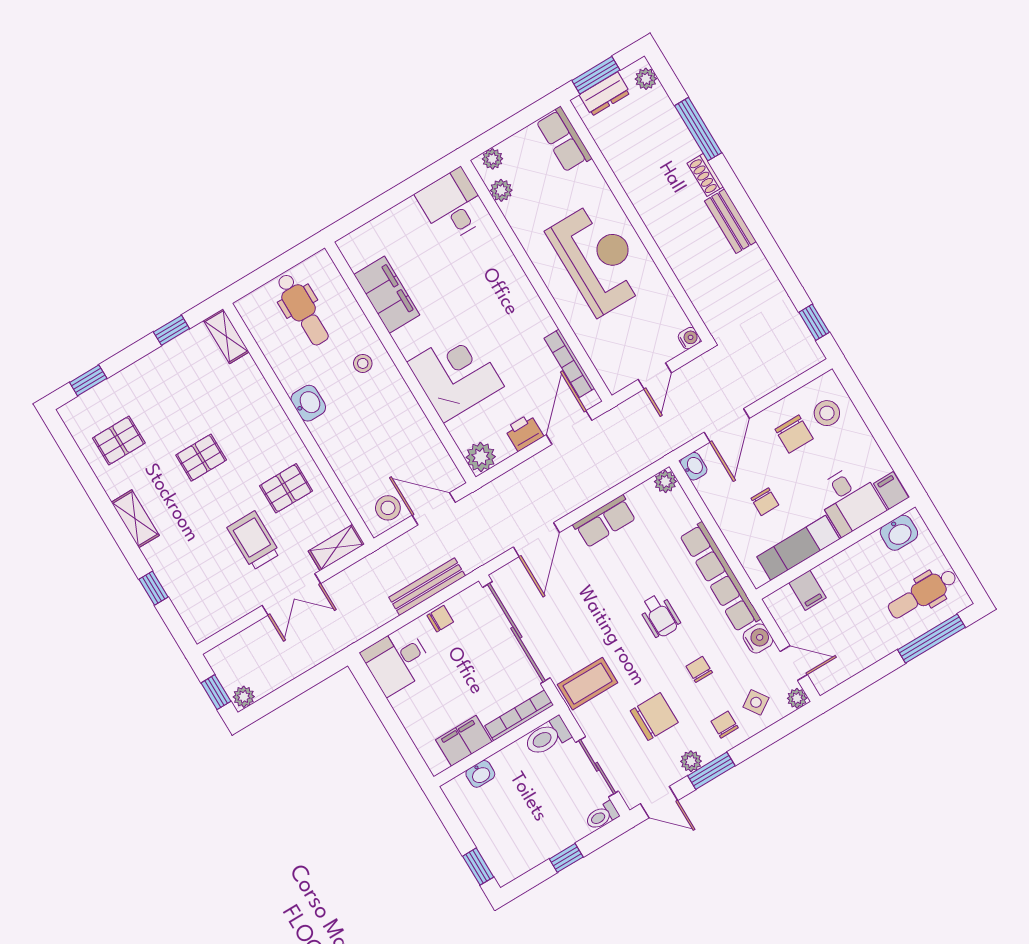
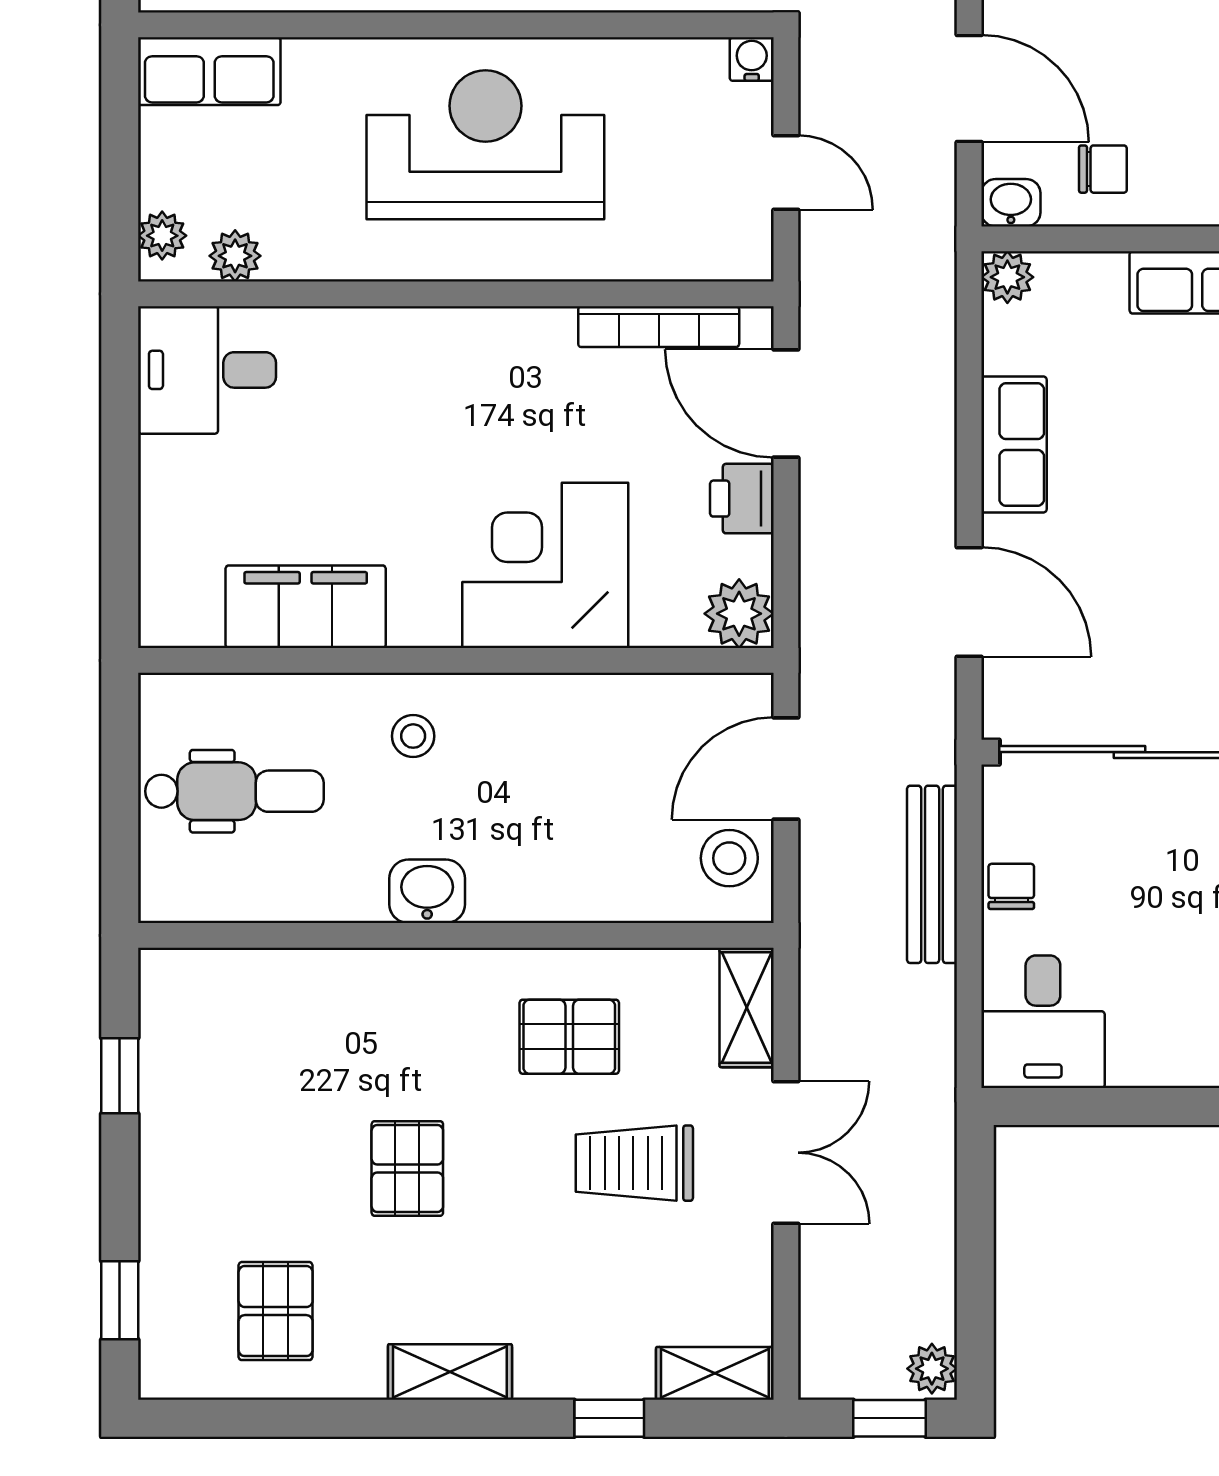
shelving: (226, 336) -> (715, 1373), moved
pallet: (286, 488) -> (569, 1037), turned 90
chair: (765, 502) -> (1103, 169), moved

